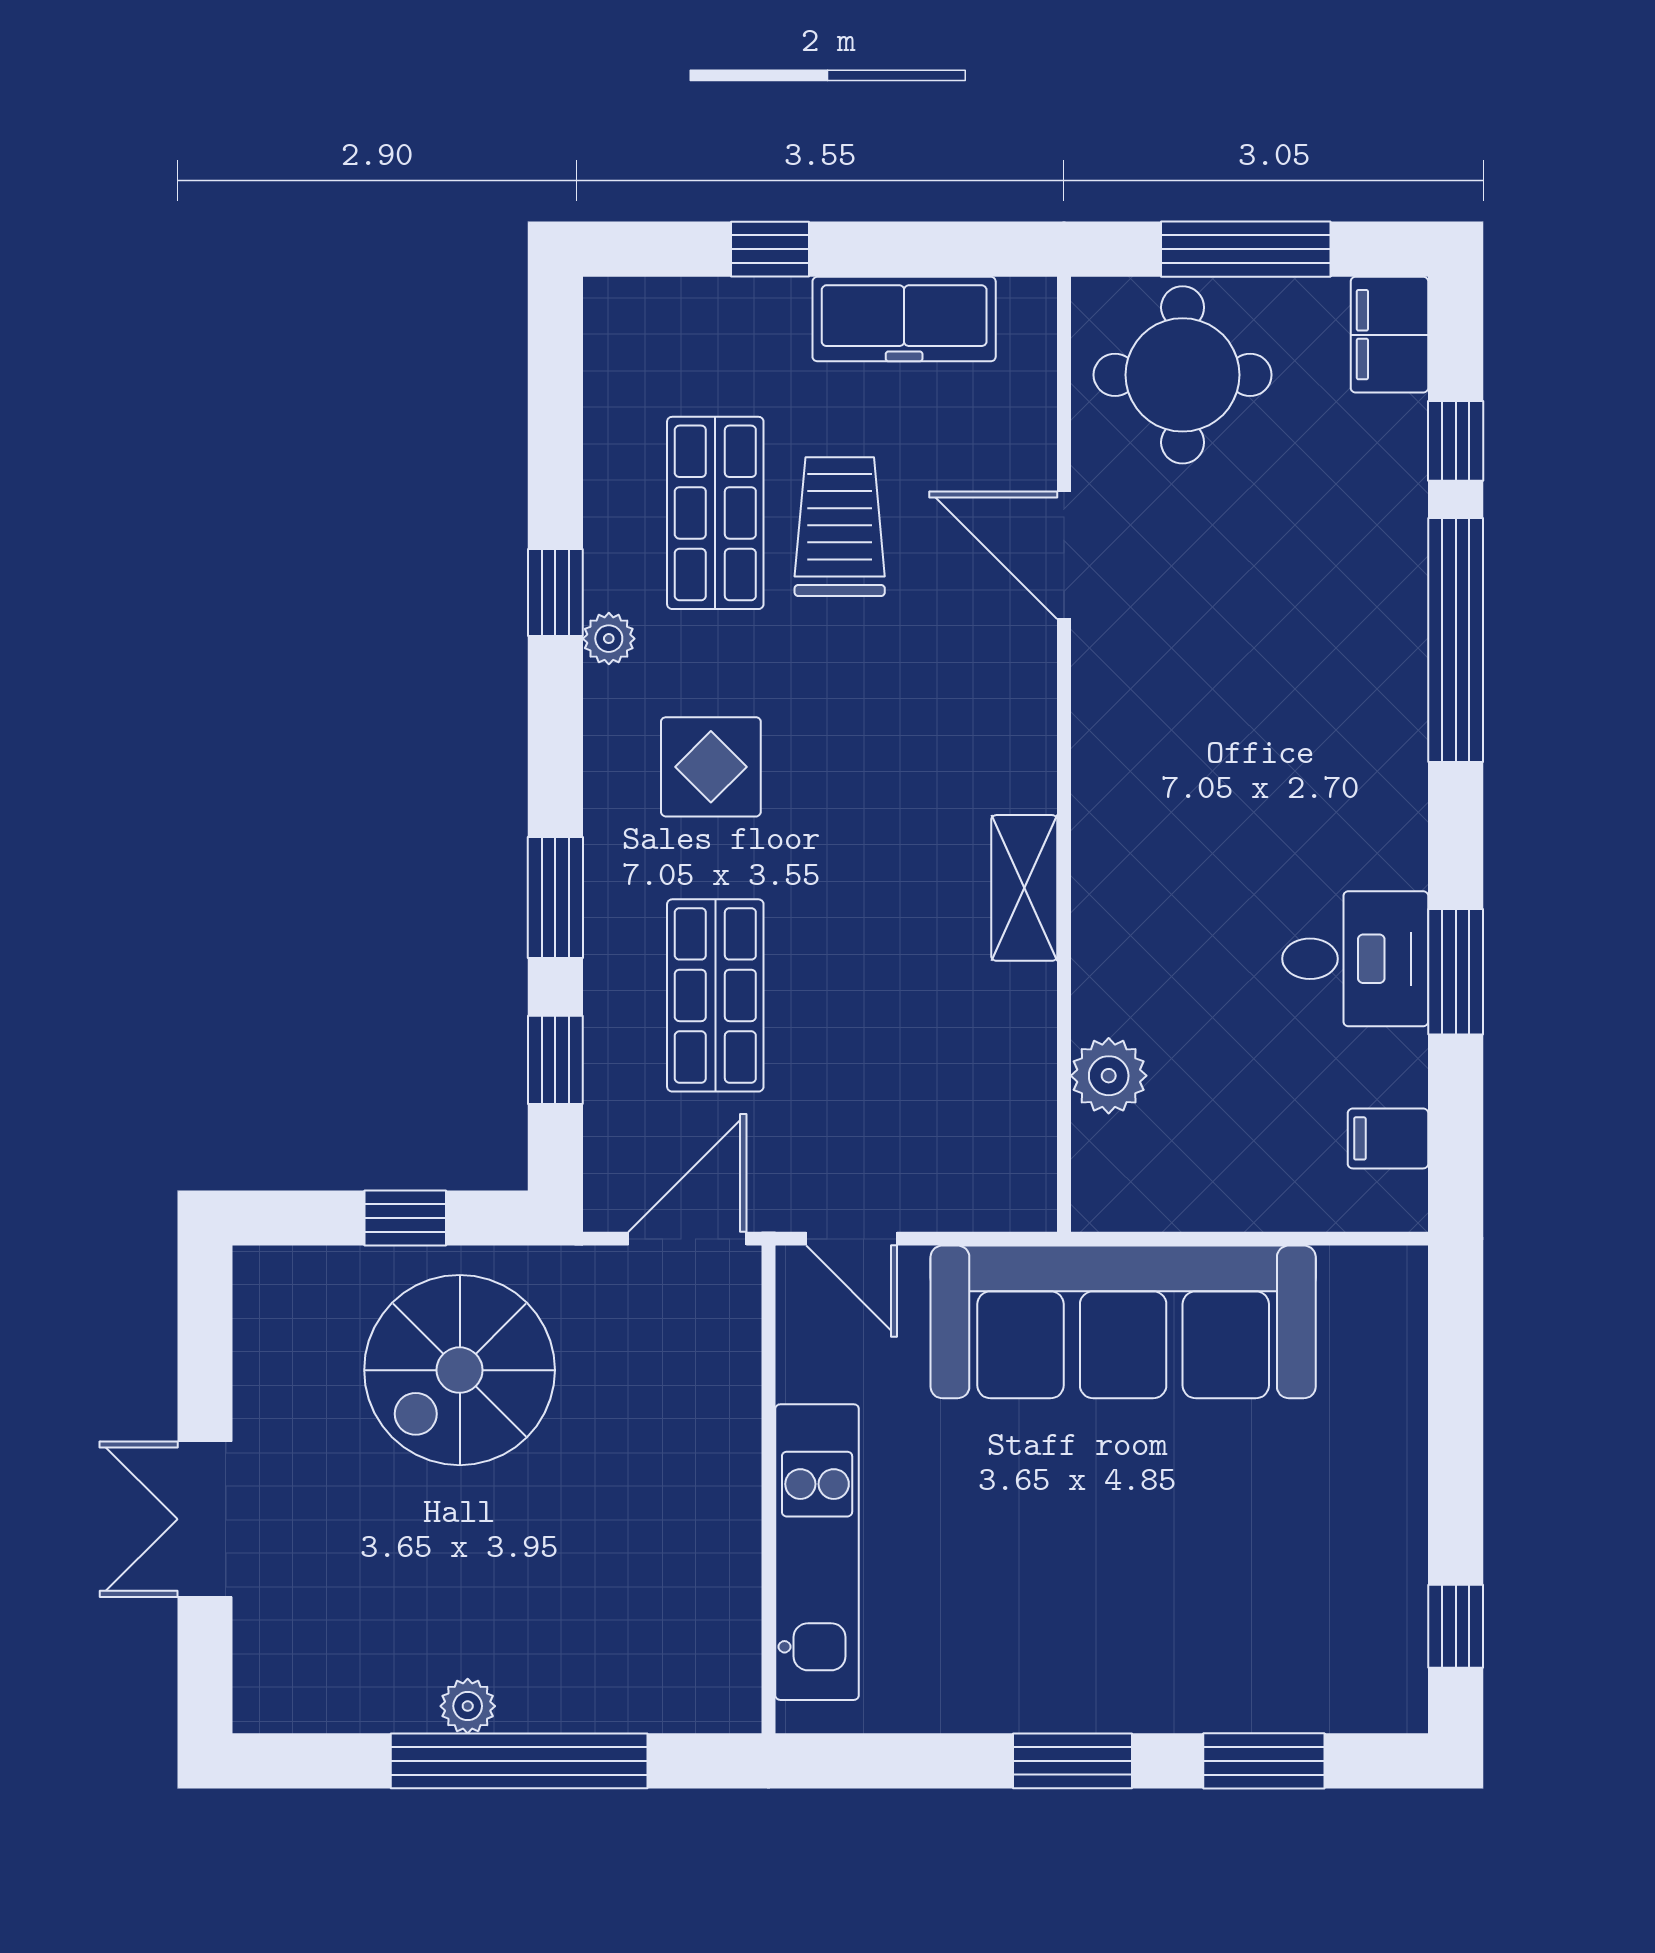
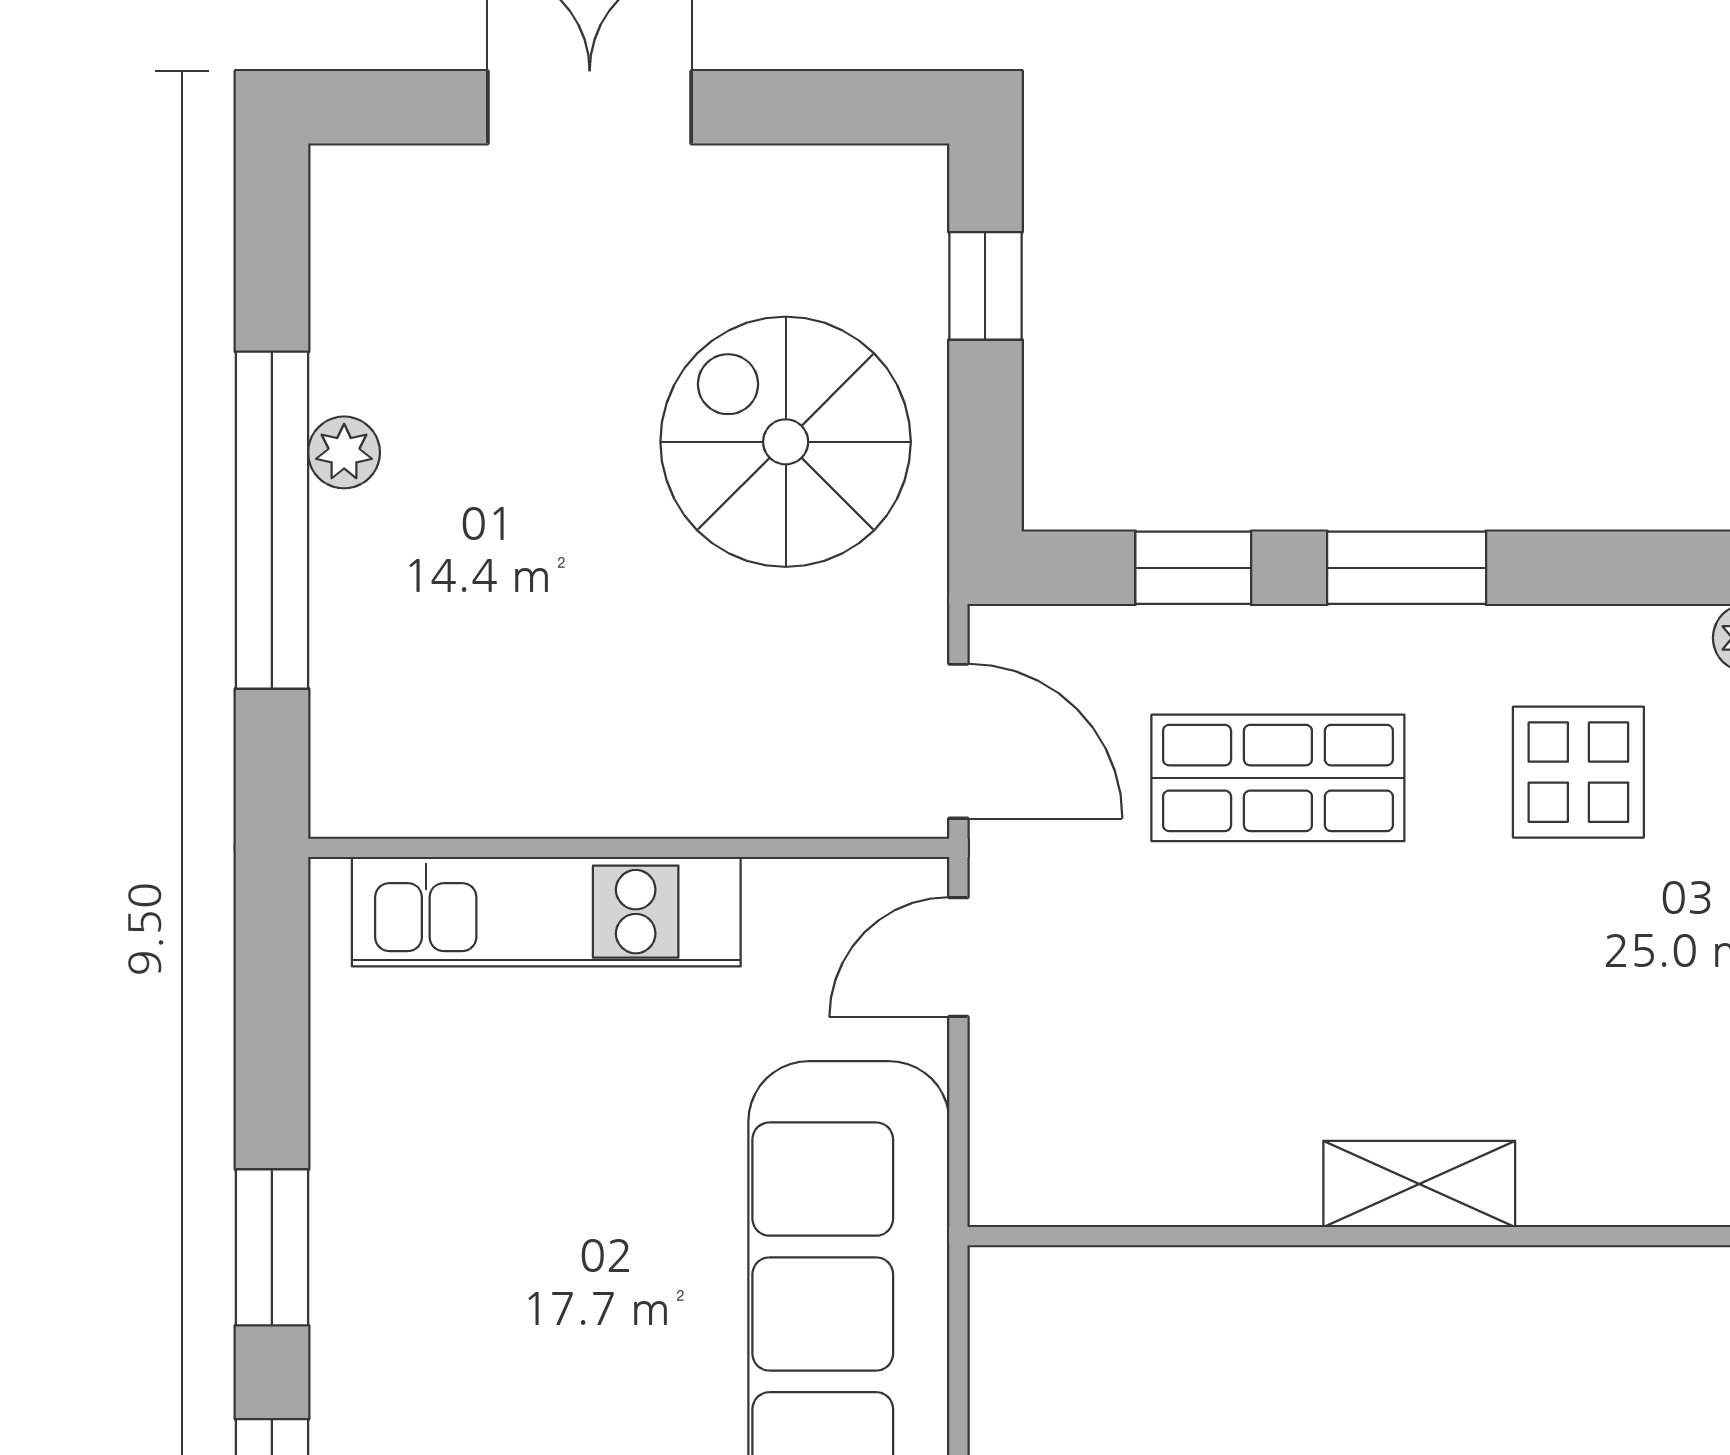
plant: (1109, 1076) -> (1172, 1295), removed
window: (405, 1218) -> (985, 286), moved

